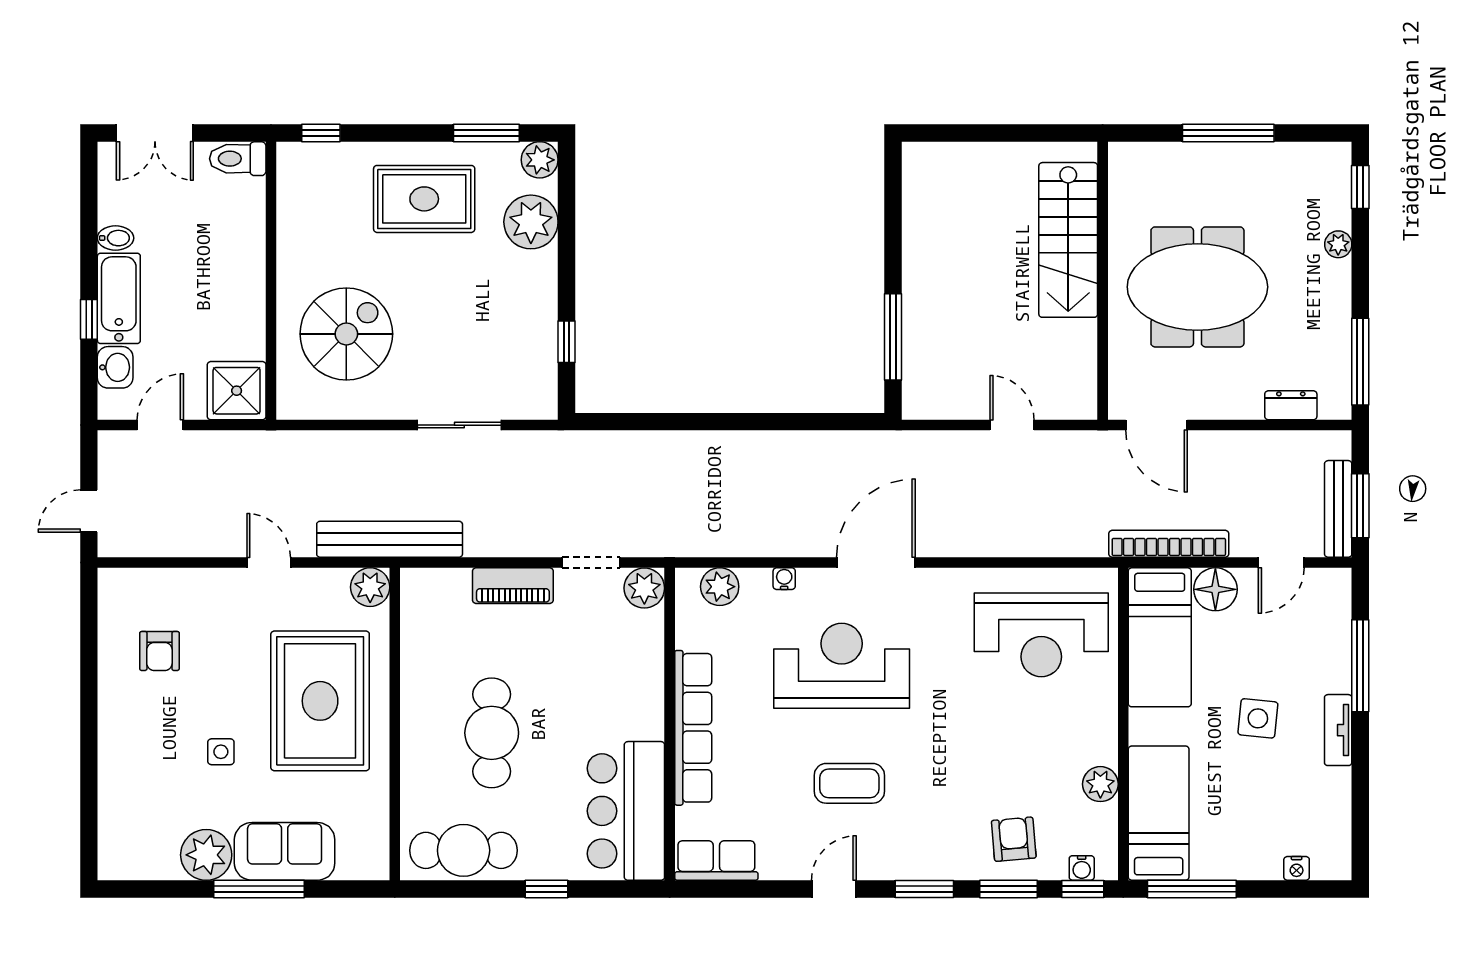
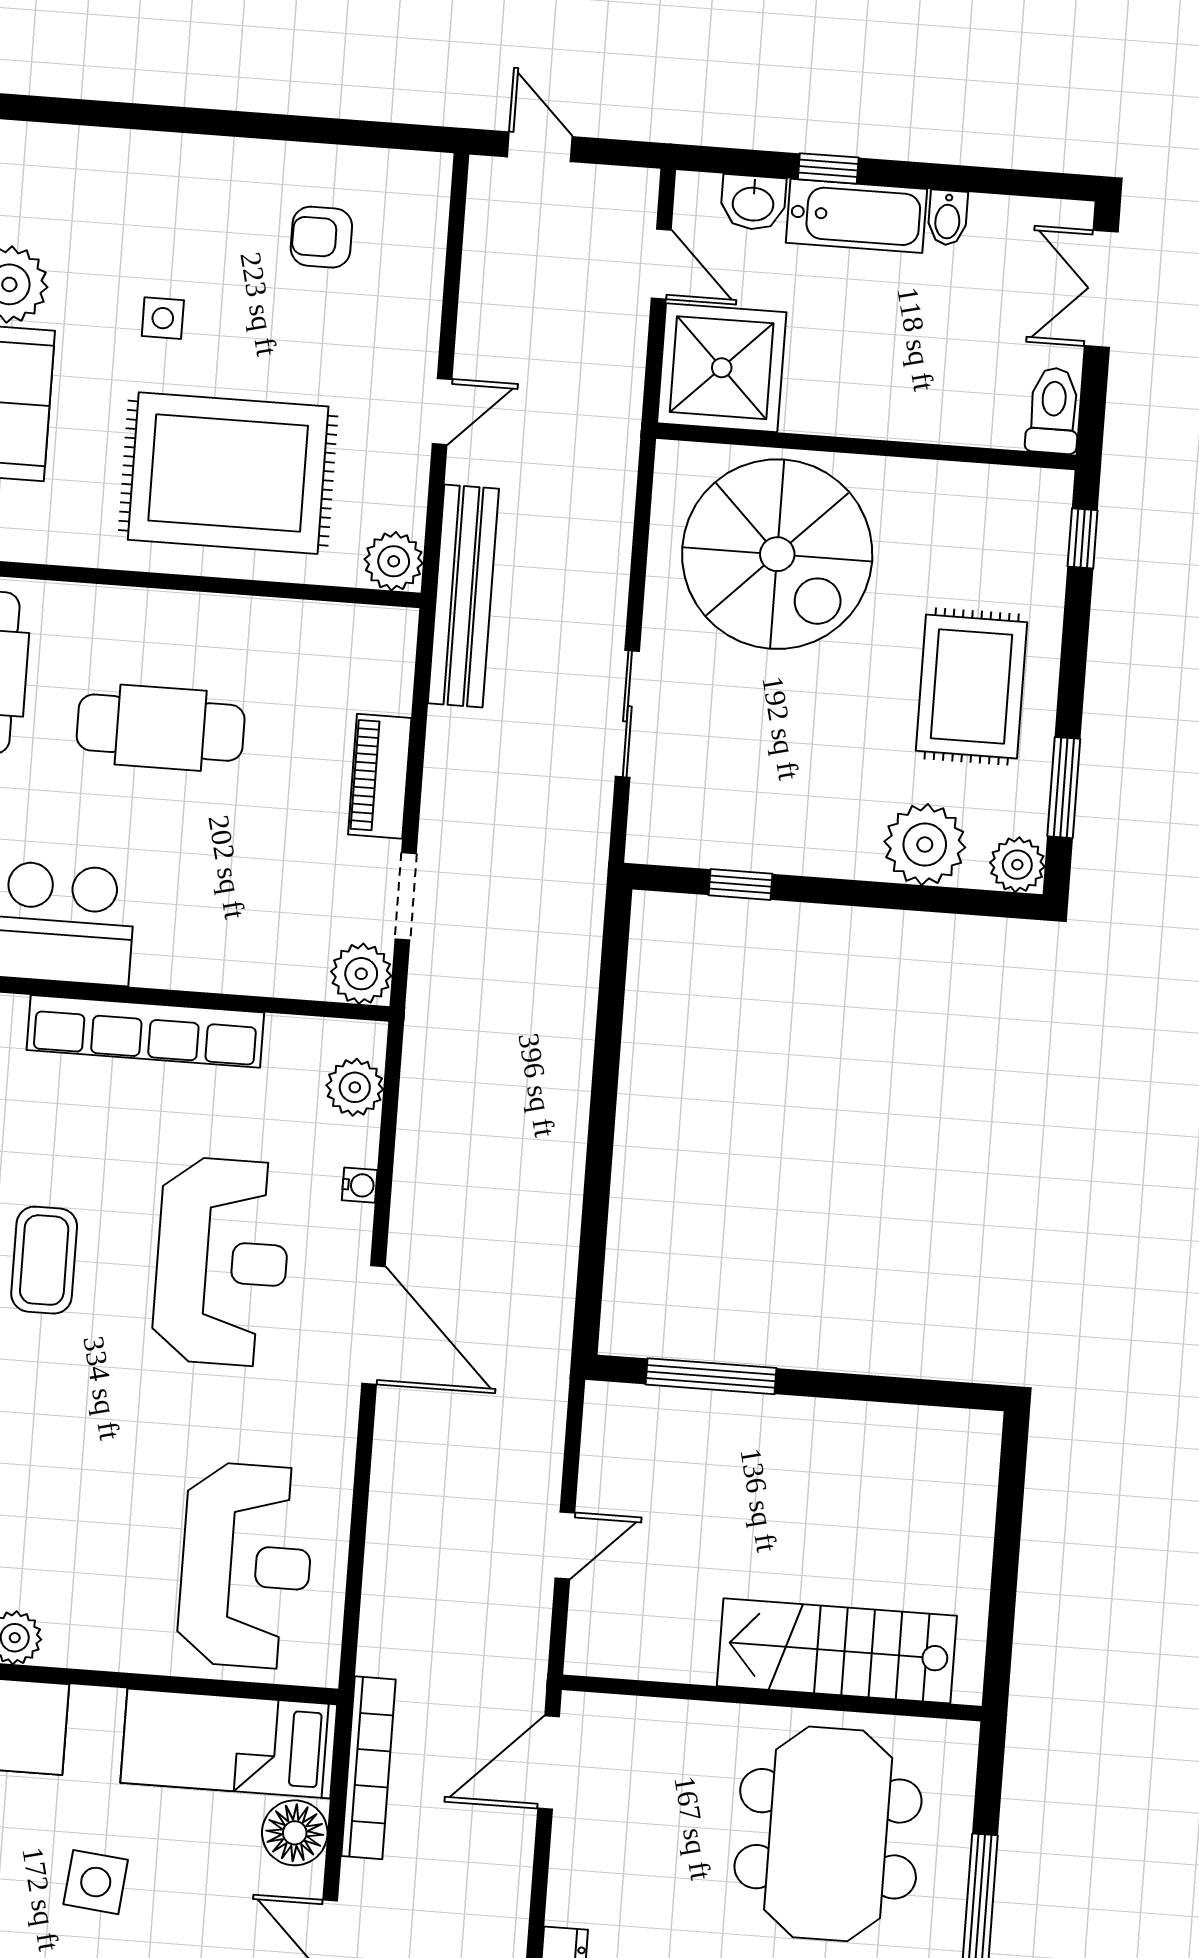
meeting table: (1197, 287) -> (828, 1834), moved
spiral stairs: (346, 334) -> (777, 554), width x1.37, depth x1.37
shower: (237, 391) -> (722, 368), width x1.37, depth x1.37
reception desk: (1041, 635) -> (246, 1566), turned 180

